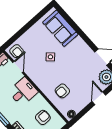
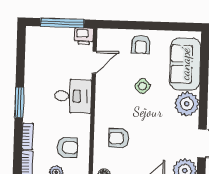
plant: (78, 46) -> (187, 104), added
armchair: (17, 51) -> (141, 45), moved

